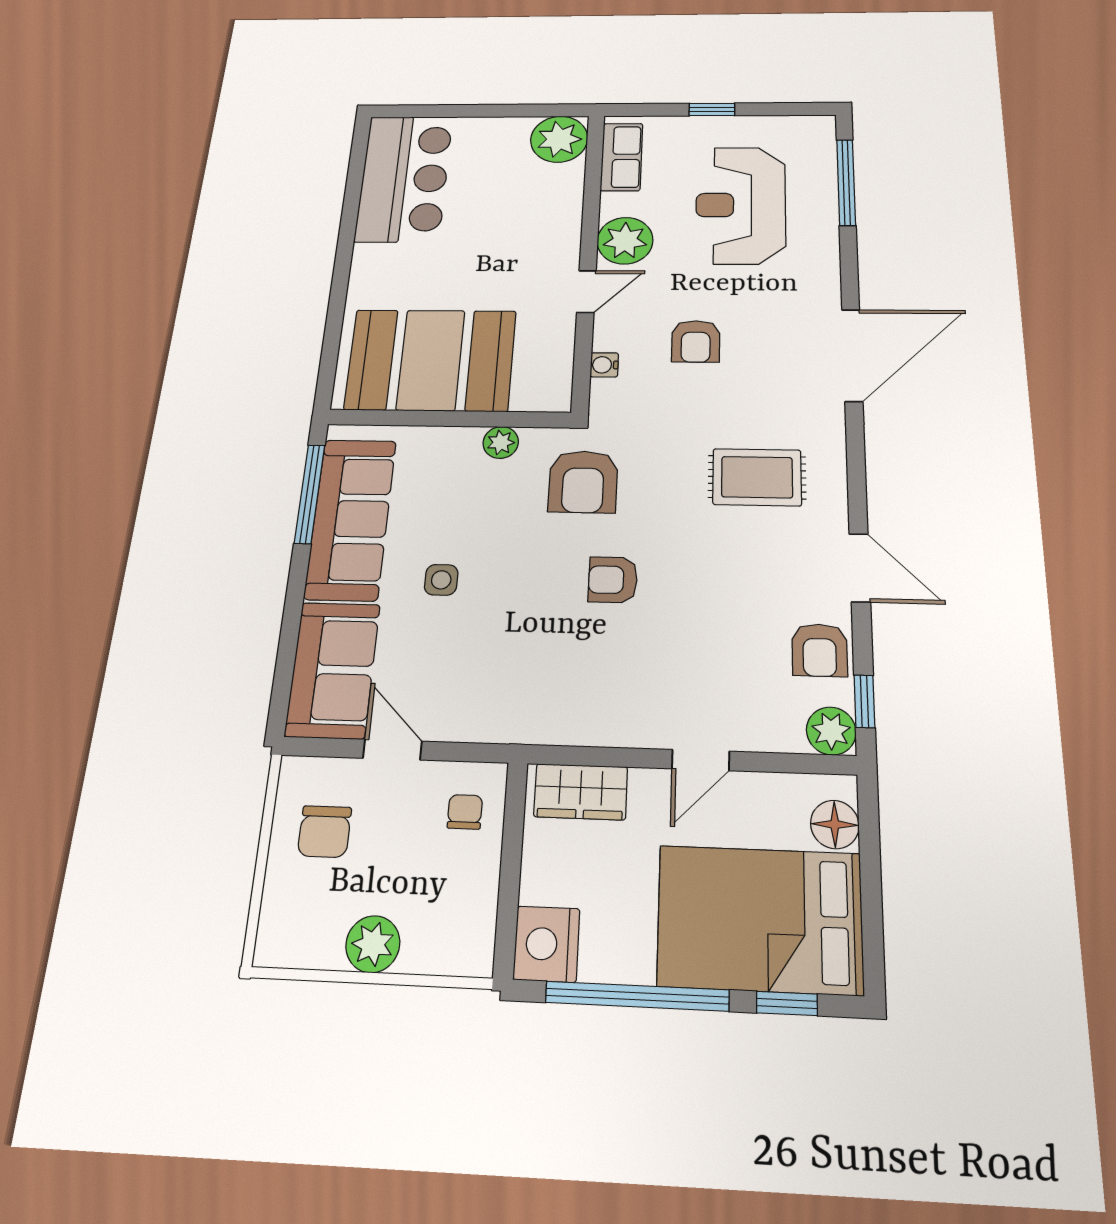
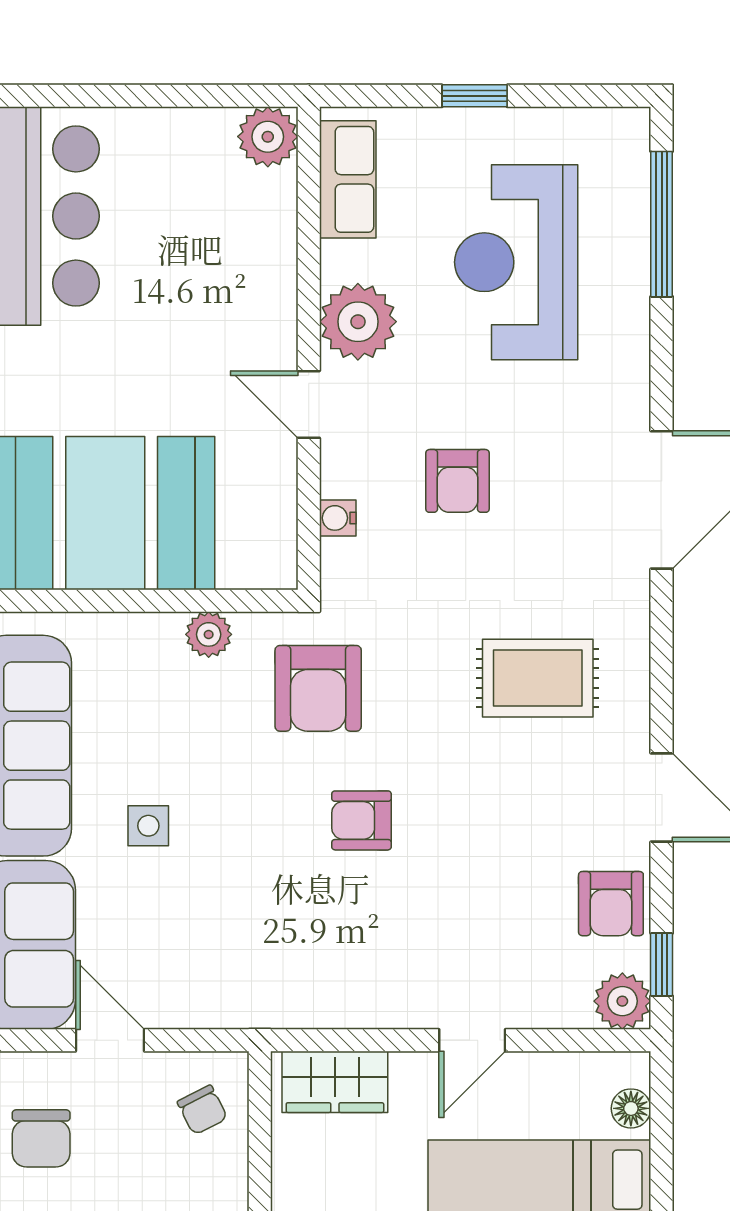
plant: (559, 139) -> (268, 137), width x0.73, depth x0.73
door: (586, 292) -> (309, 404), swing flipped
chair: (465, 812) -> (202, 1110), turned 153
floor lamp: (835, 824) -> (631, 1108), width x0.73, depth x0.73

